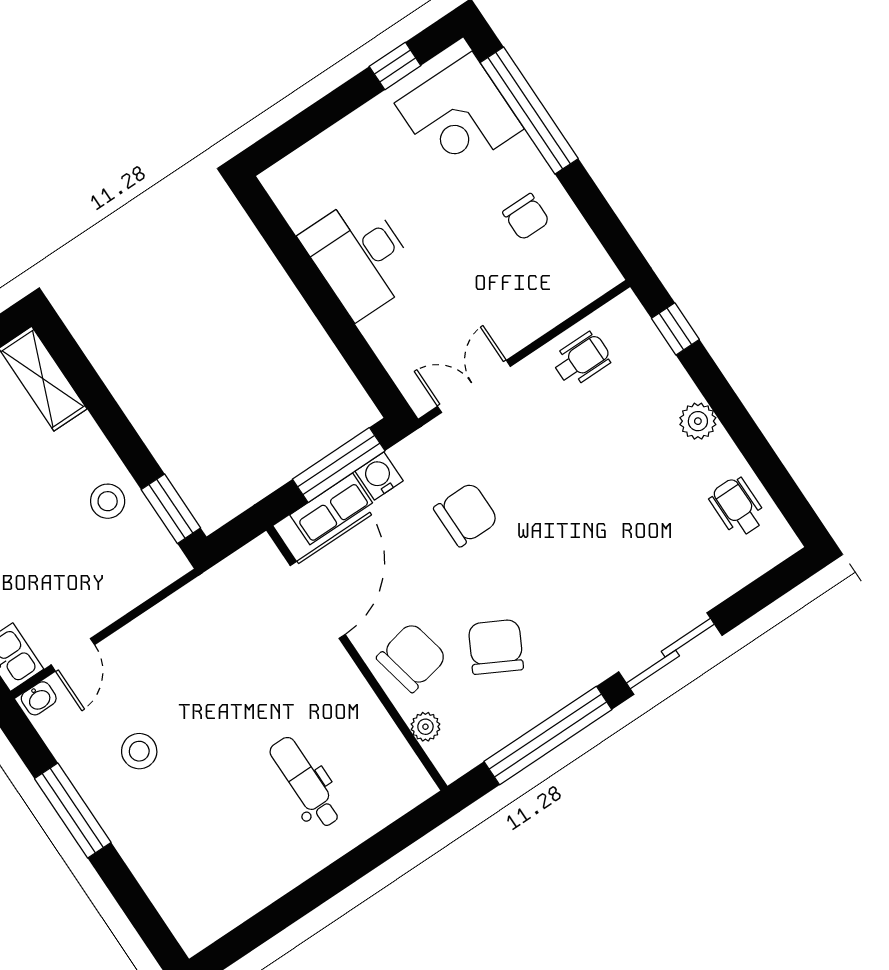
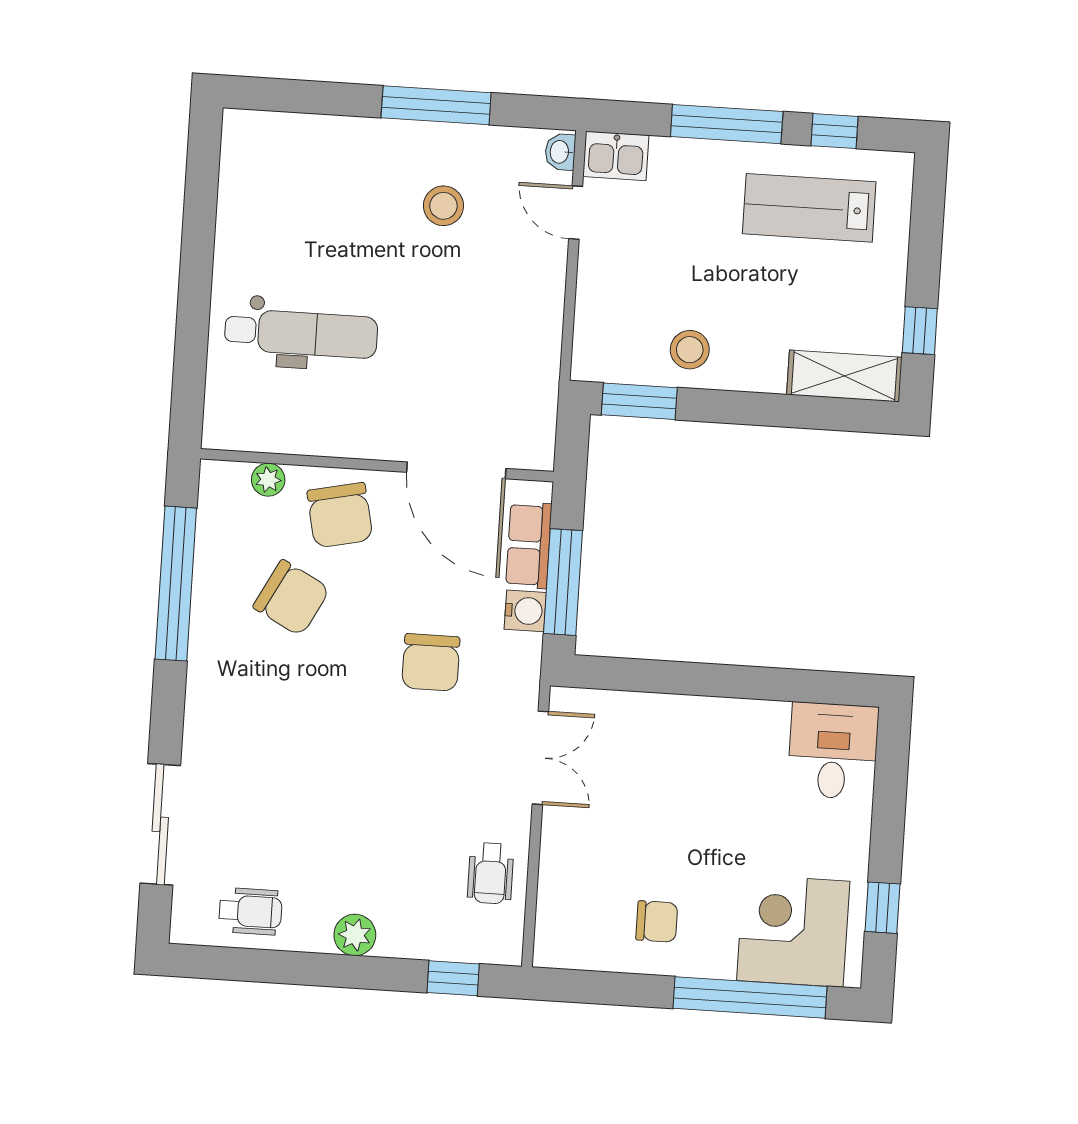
chair: (526, 217) -> (657, 921), turned 180
desk: (360, 257) -> (833, 751), moved, width x0.73
sliding door: (670, 654) -> (160, 824), moved
dental chair: (305, 782) -> (301, 333), width x1.36, depth x1.38

